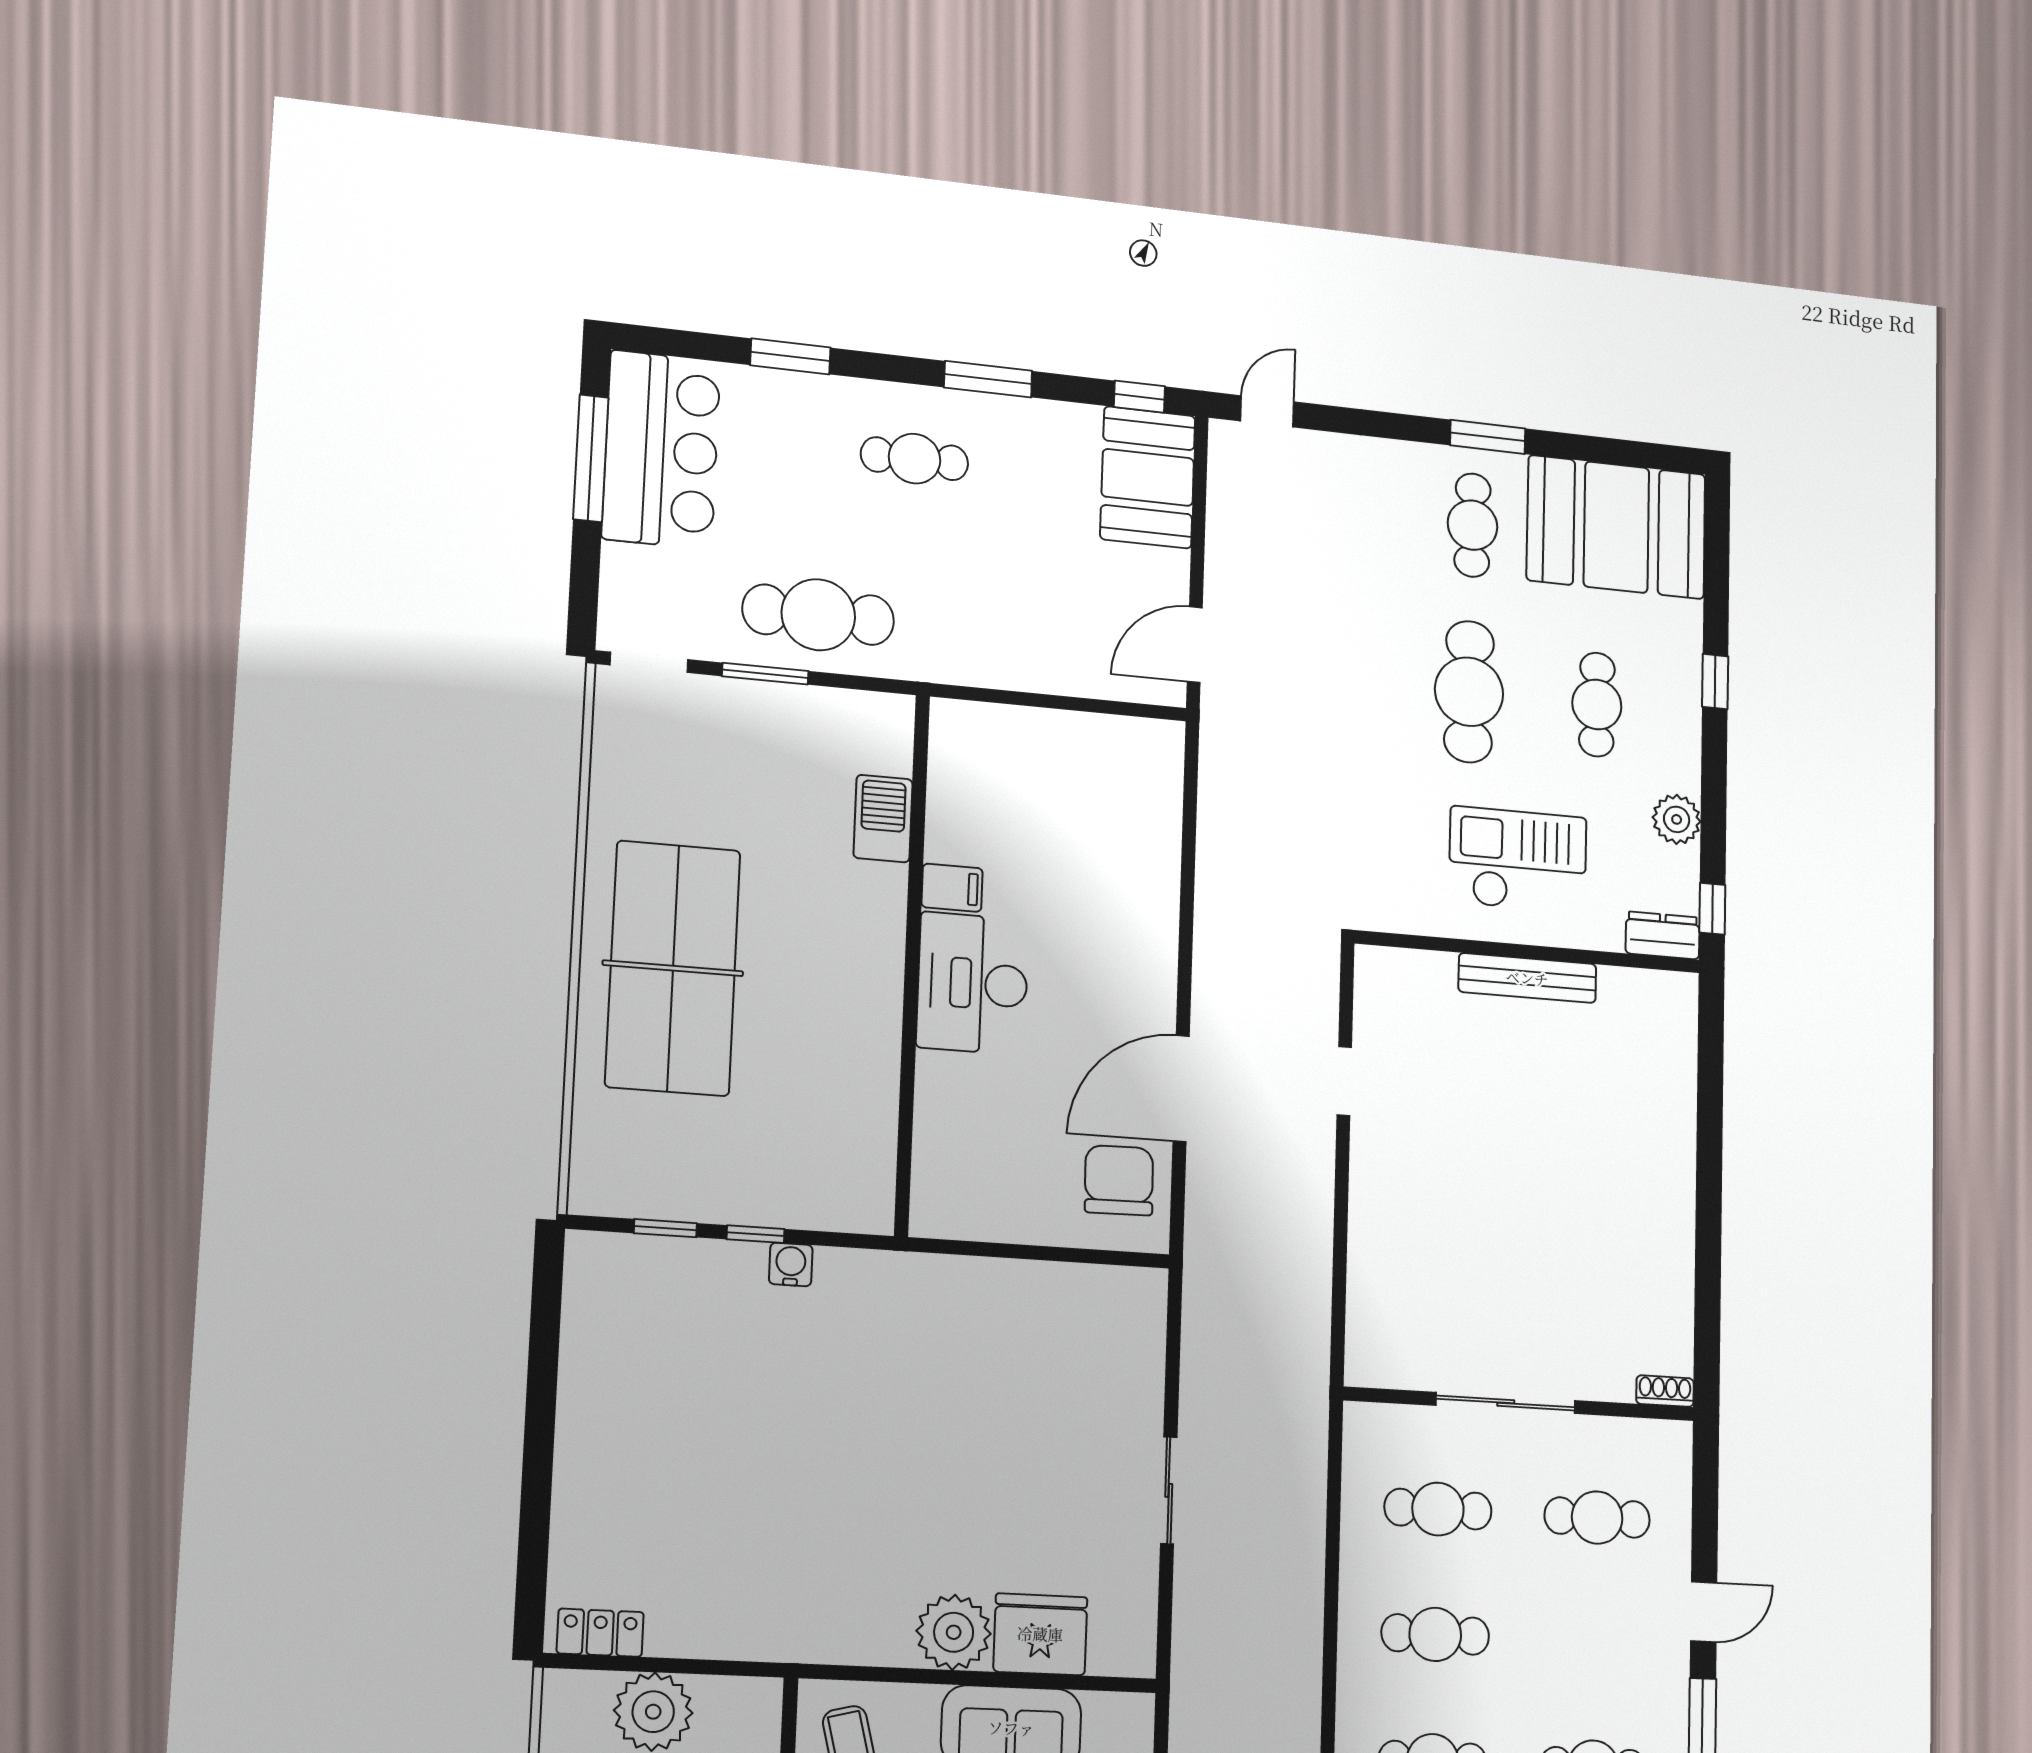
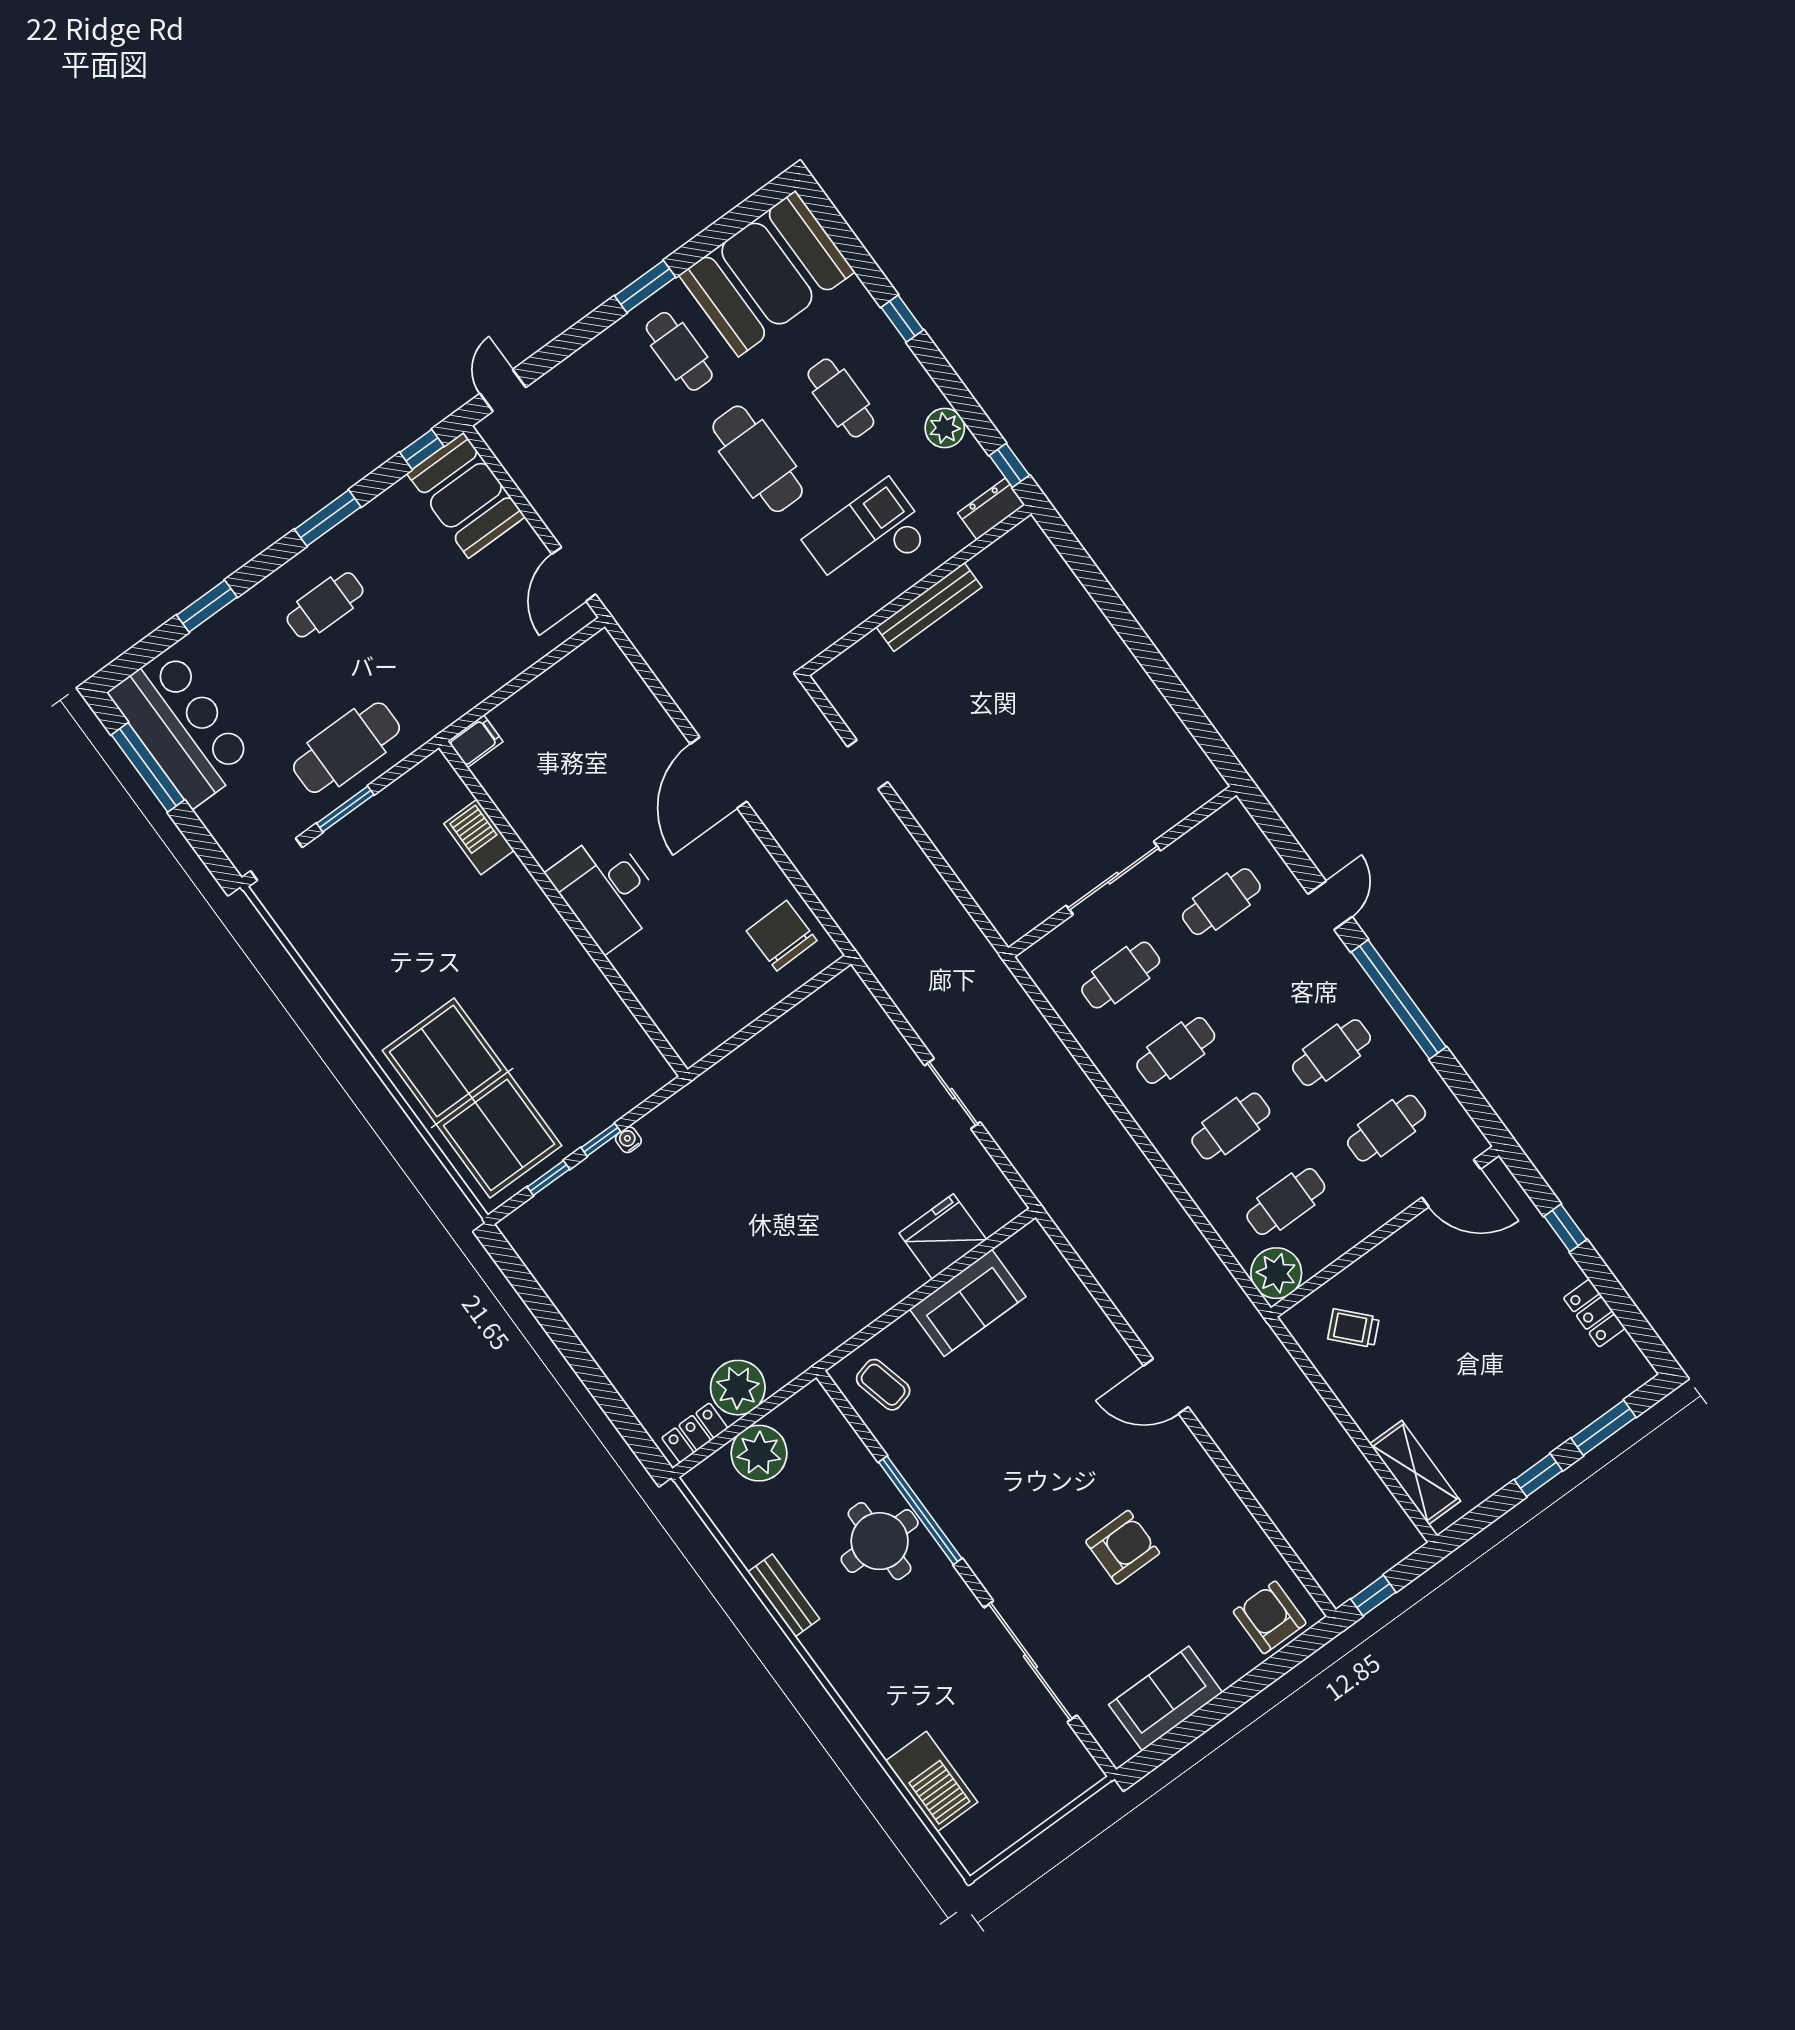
filing cabinet: (952, 888) -> (475, 741), moved
table tennis table: (673, 968) -> (472, 1098), moved
door: (1181, 1089) -> (718, 773), moved
water cooler: (791, 1264) -> (628, 1140), width x0.72, depth x0.72
shoe rack: (1665, 1391) -> (1205, 791), removed
plant: (954, 1632) -> (738, 1388), moved

